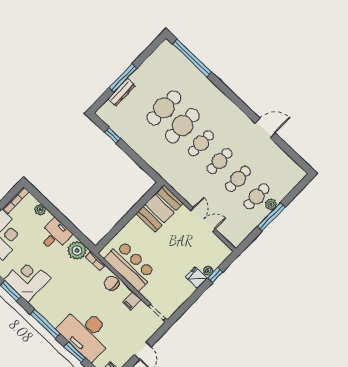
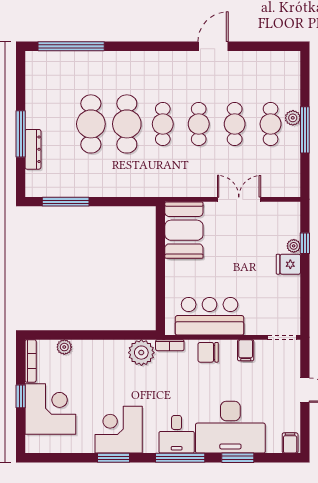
window: (113, 135) -> (66, 202), width x2.17
desk: (55, 235) -> (177, 434), moved, turned 180

